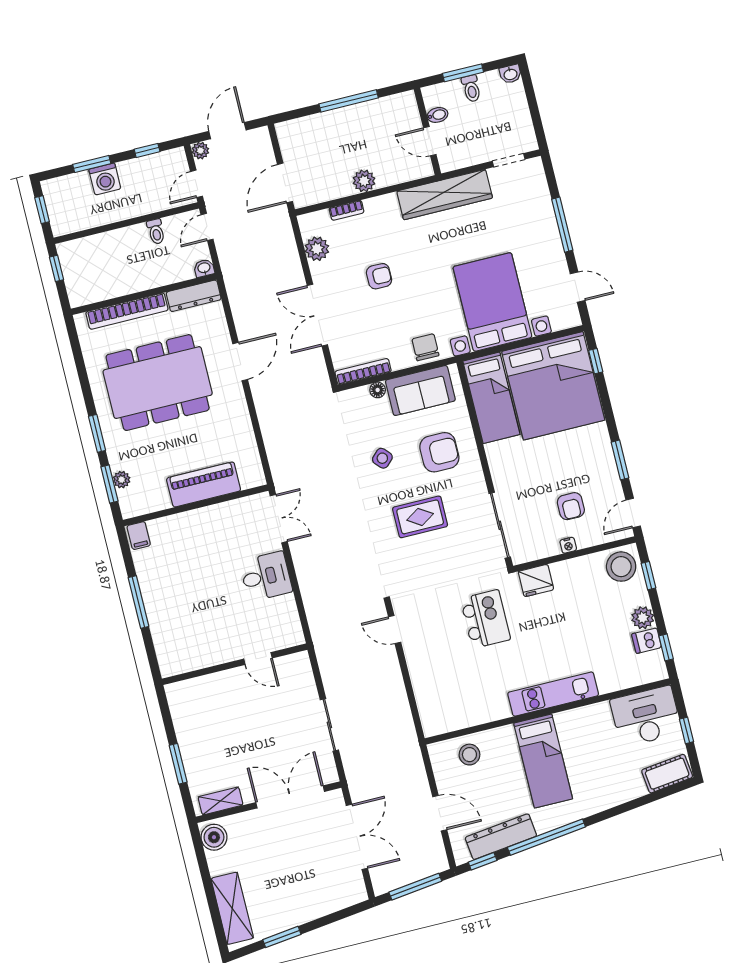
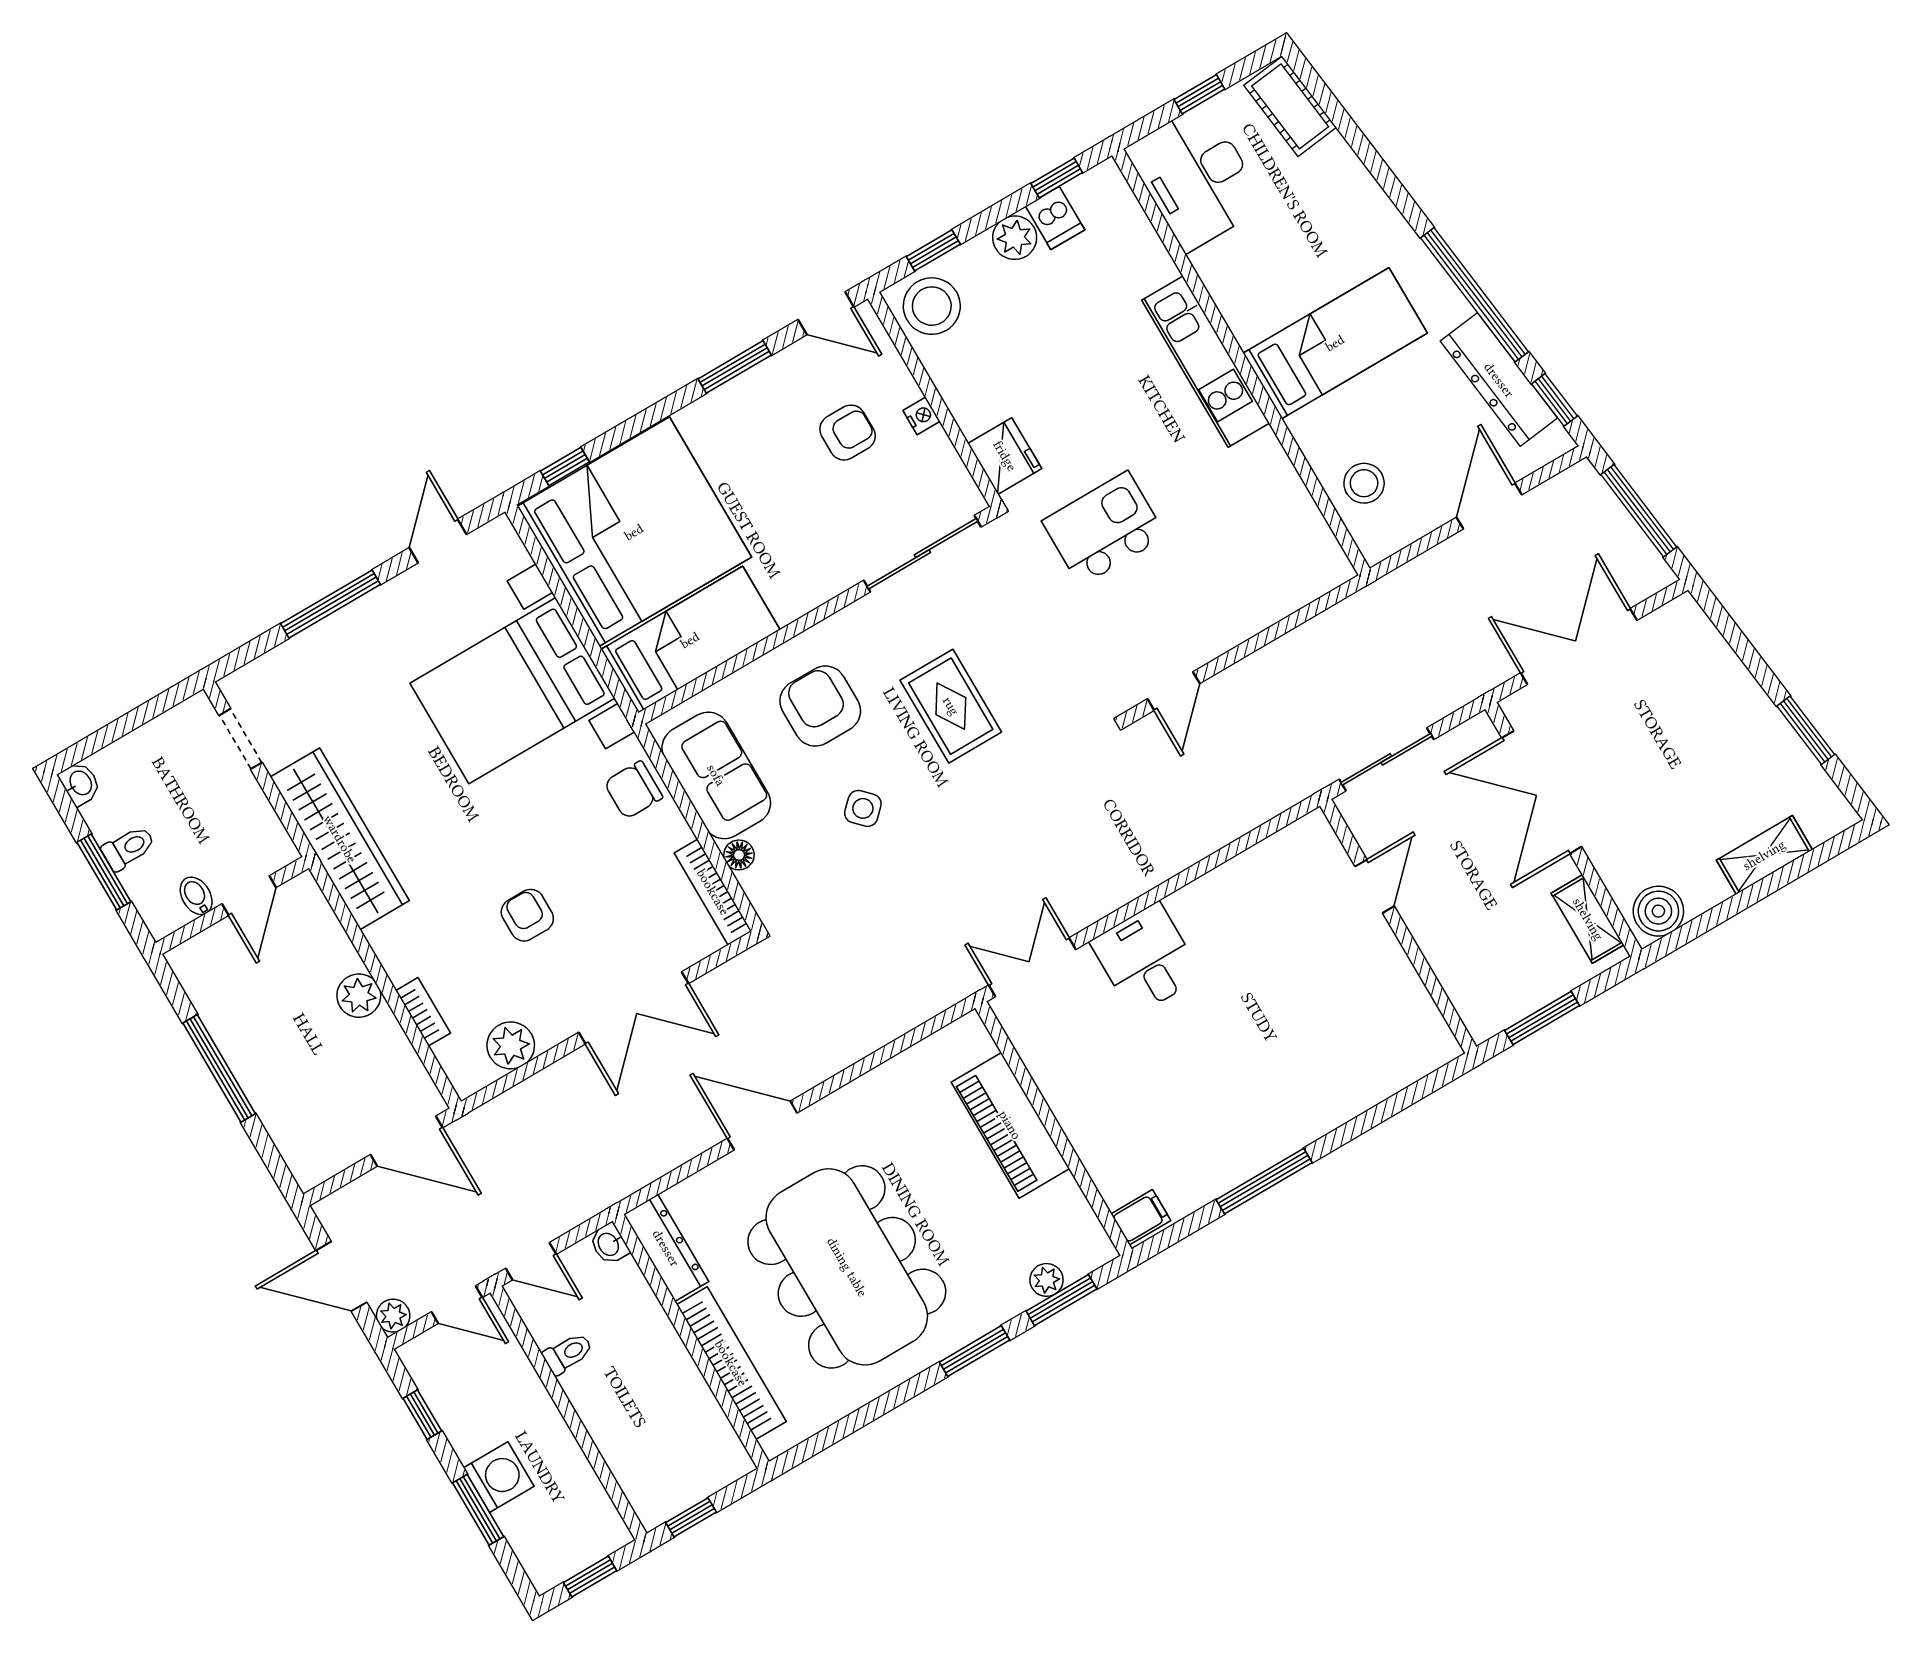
door: (258, 659) -> (1375, 886), moved
wall: (235, 664) -> (1398, 926), moved
shelving: (232, 908) -> (1764, 855), width x0.67, depth x0.75

